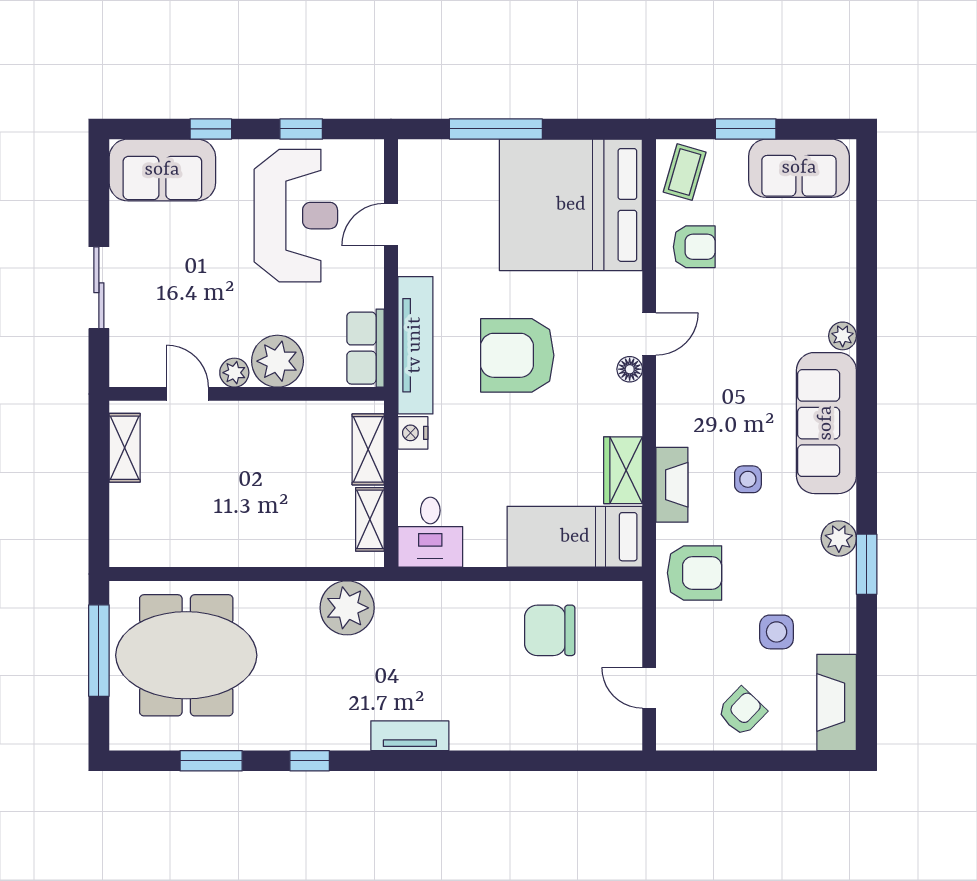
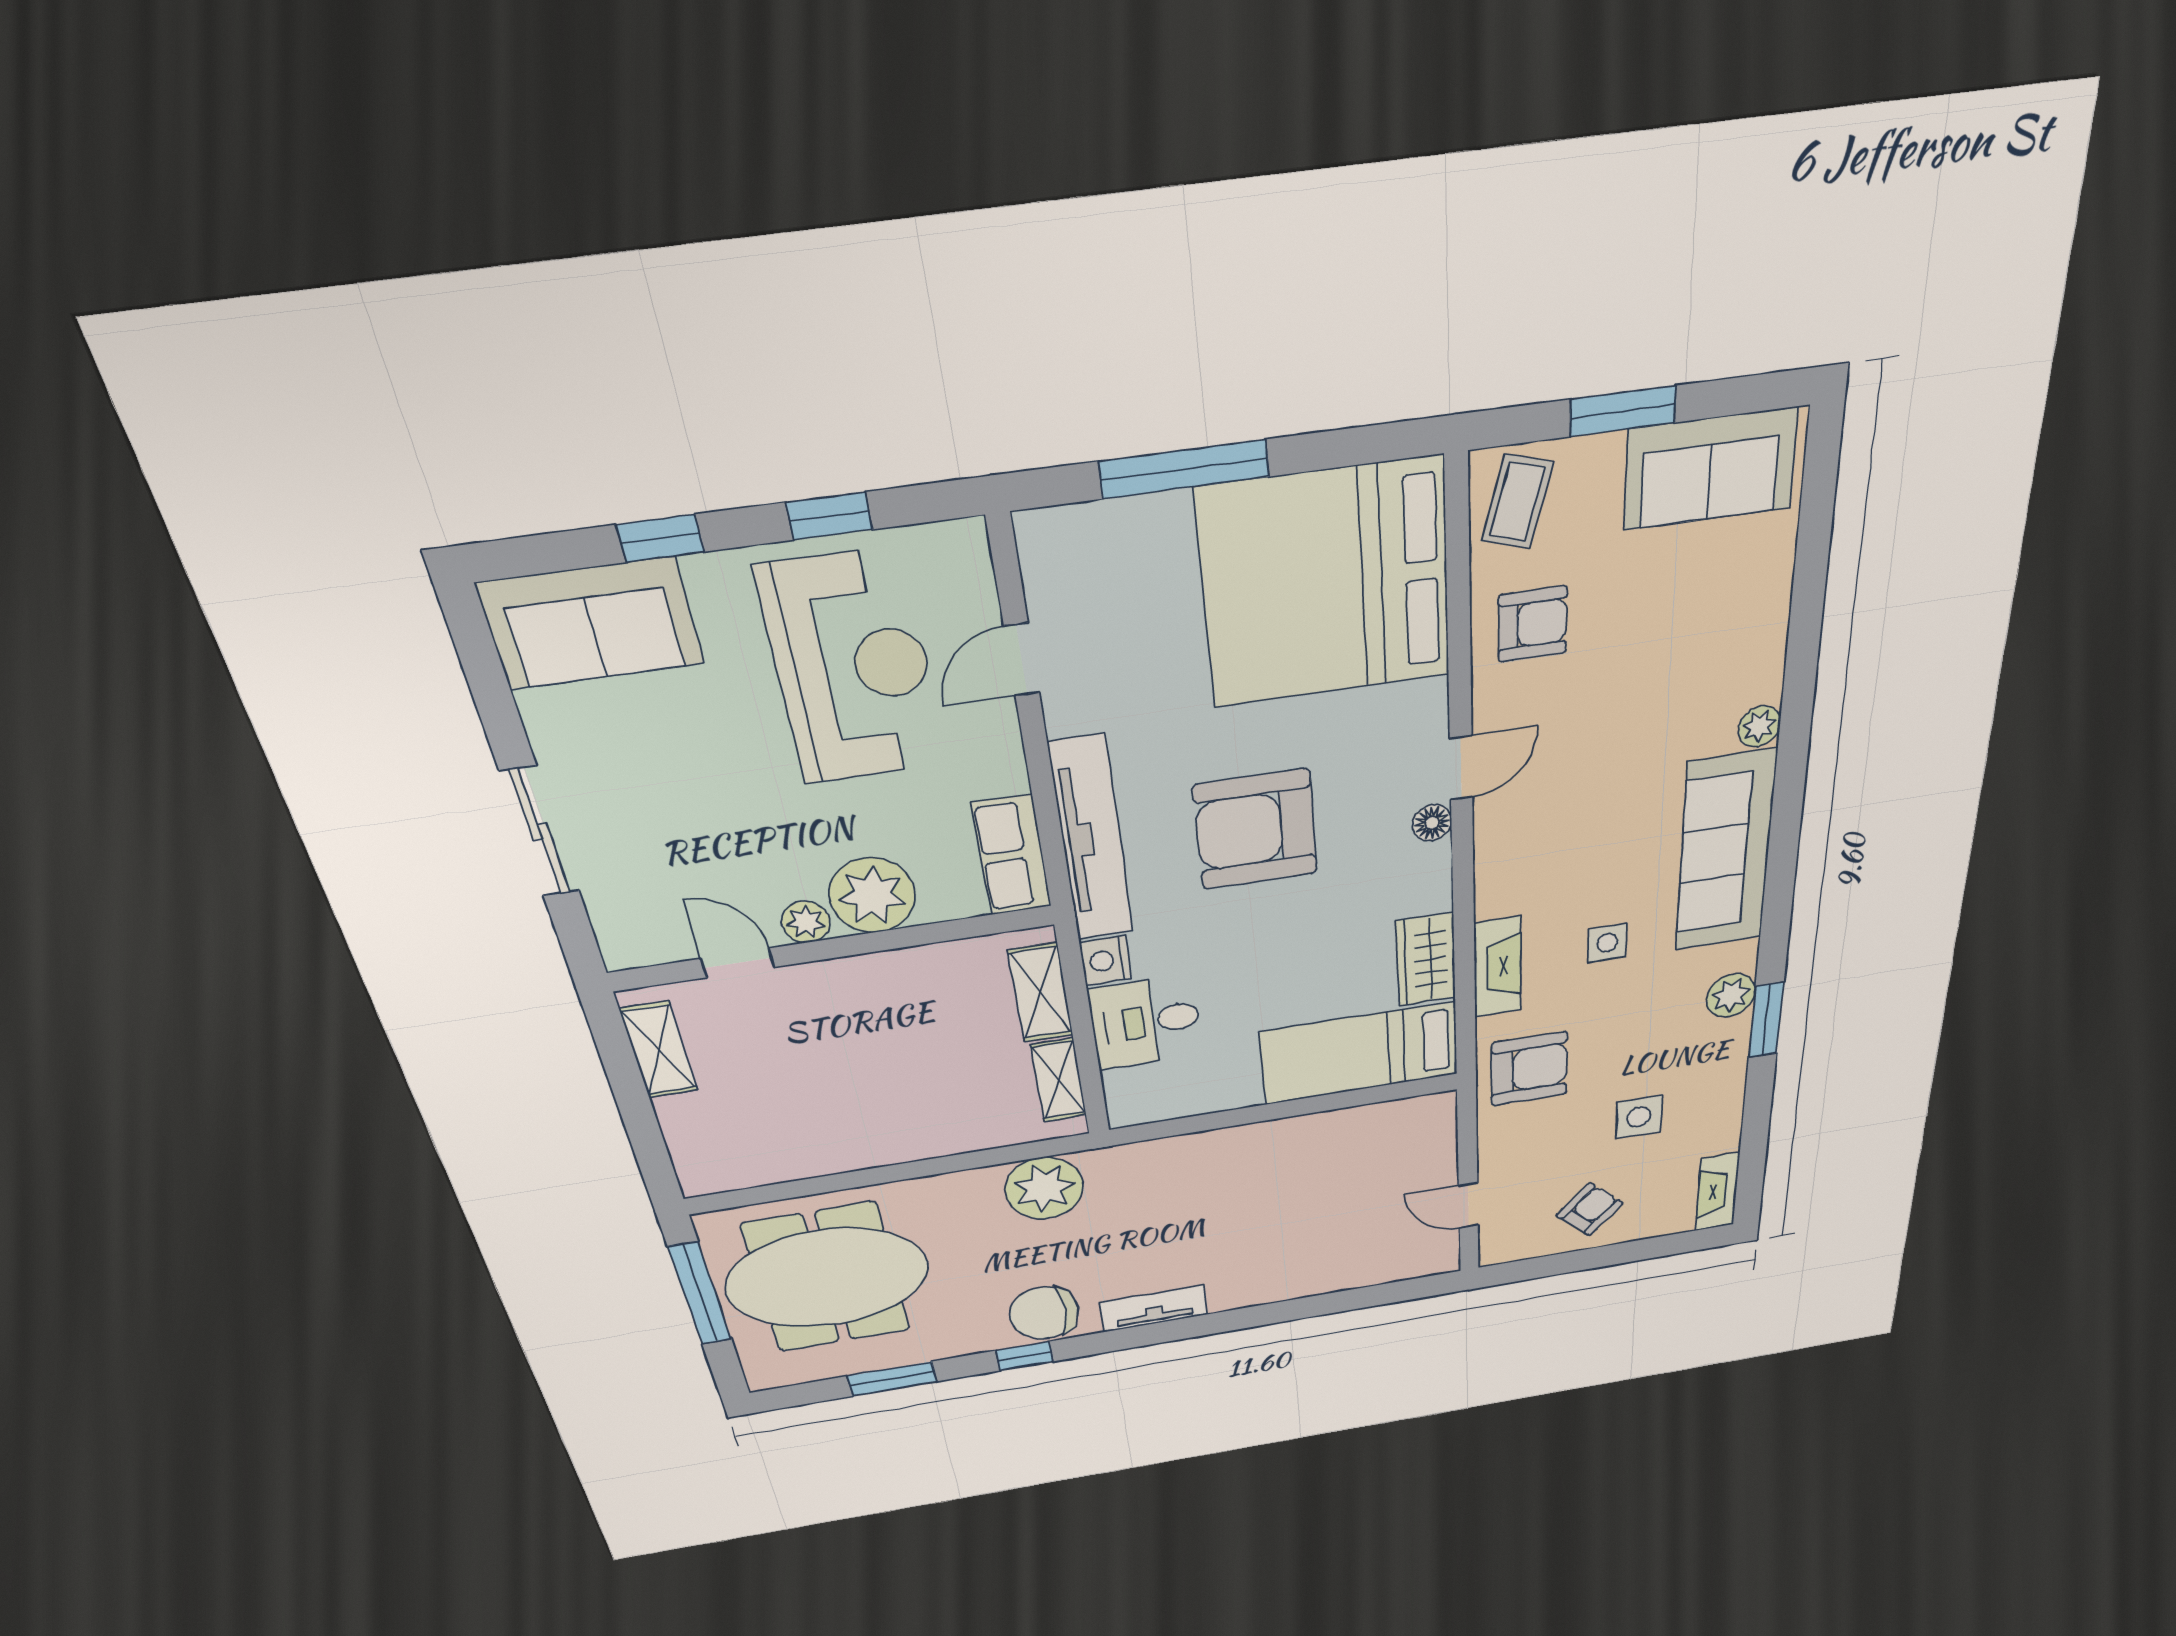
desk: (430, 532) -> (1145, 1022), moved, turned 90
chair: (550, 630) -> (1044, 1313), moved
fireplace: (837, 702) -> (1717, 1192), width x0.73, depth x0.76

